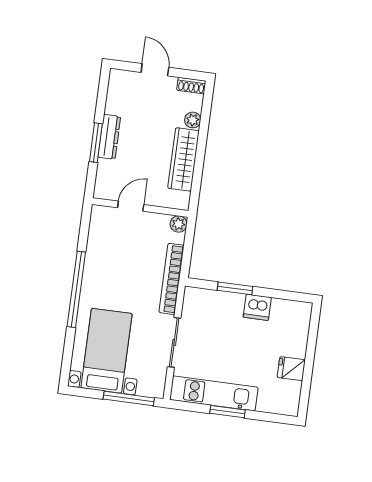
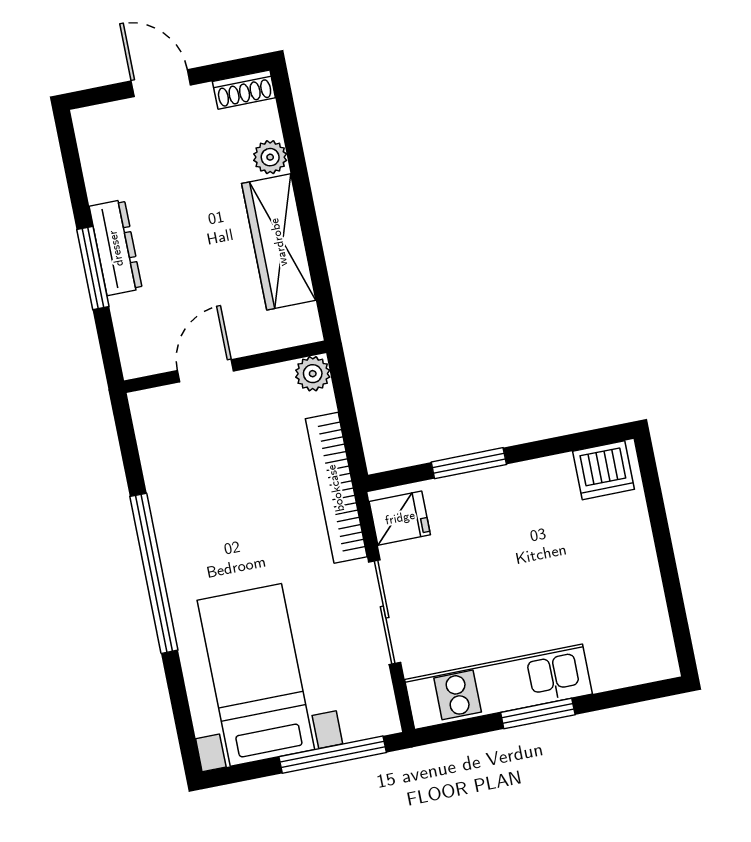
dishwasher: (257, 307) -> (604, 470), moved
fridge: (291, 369) -> (400, 518), moved, turned 180

